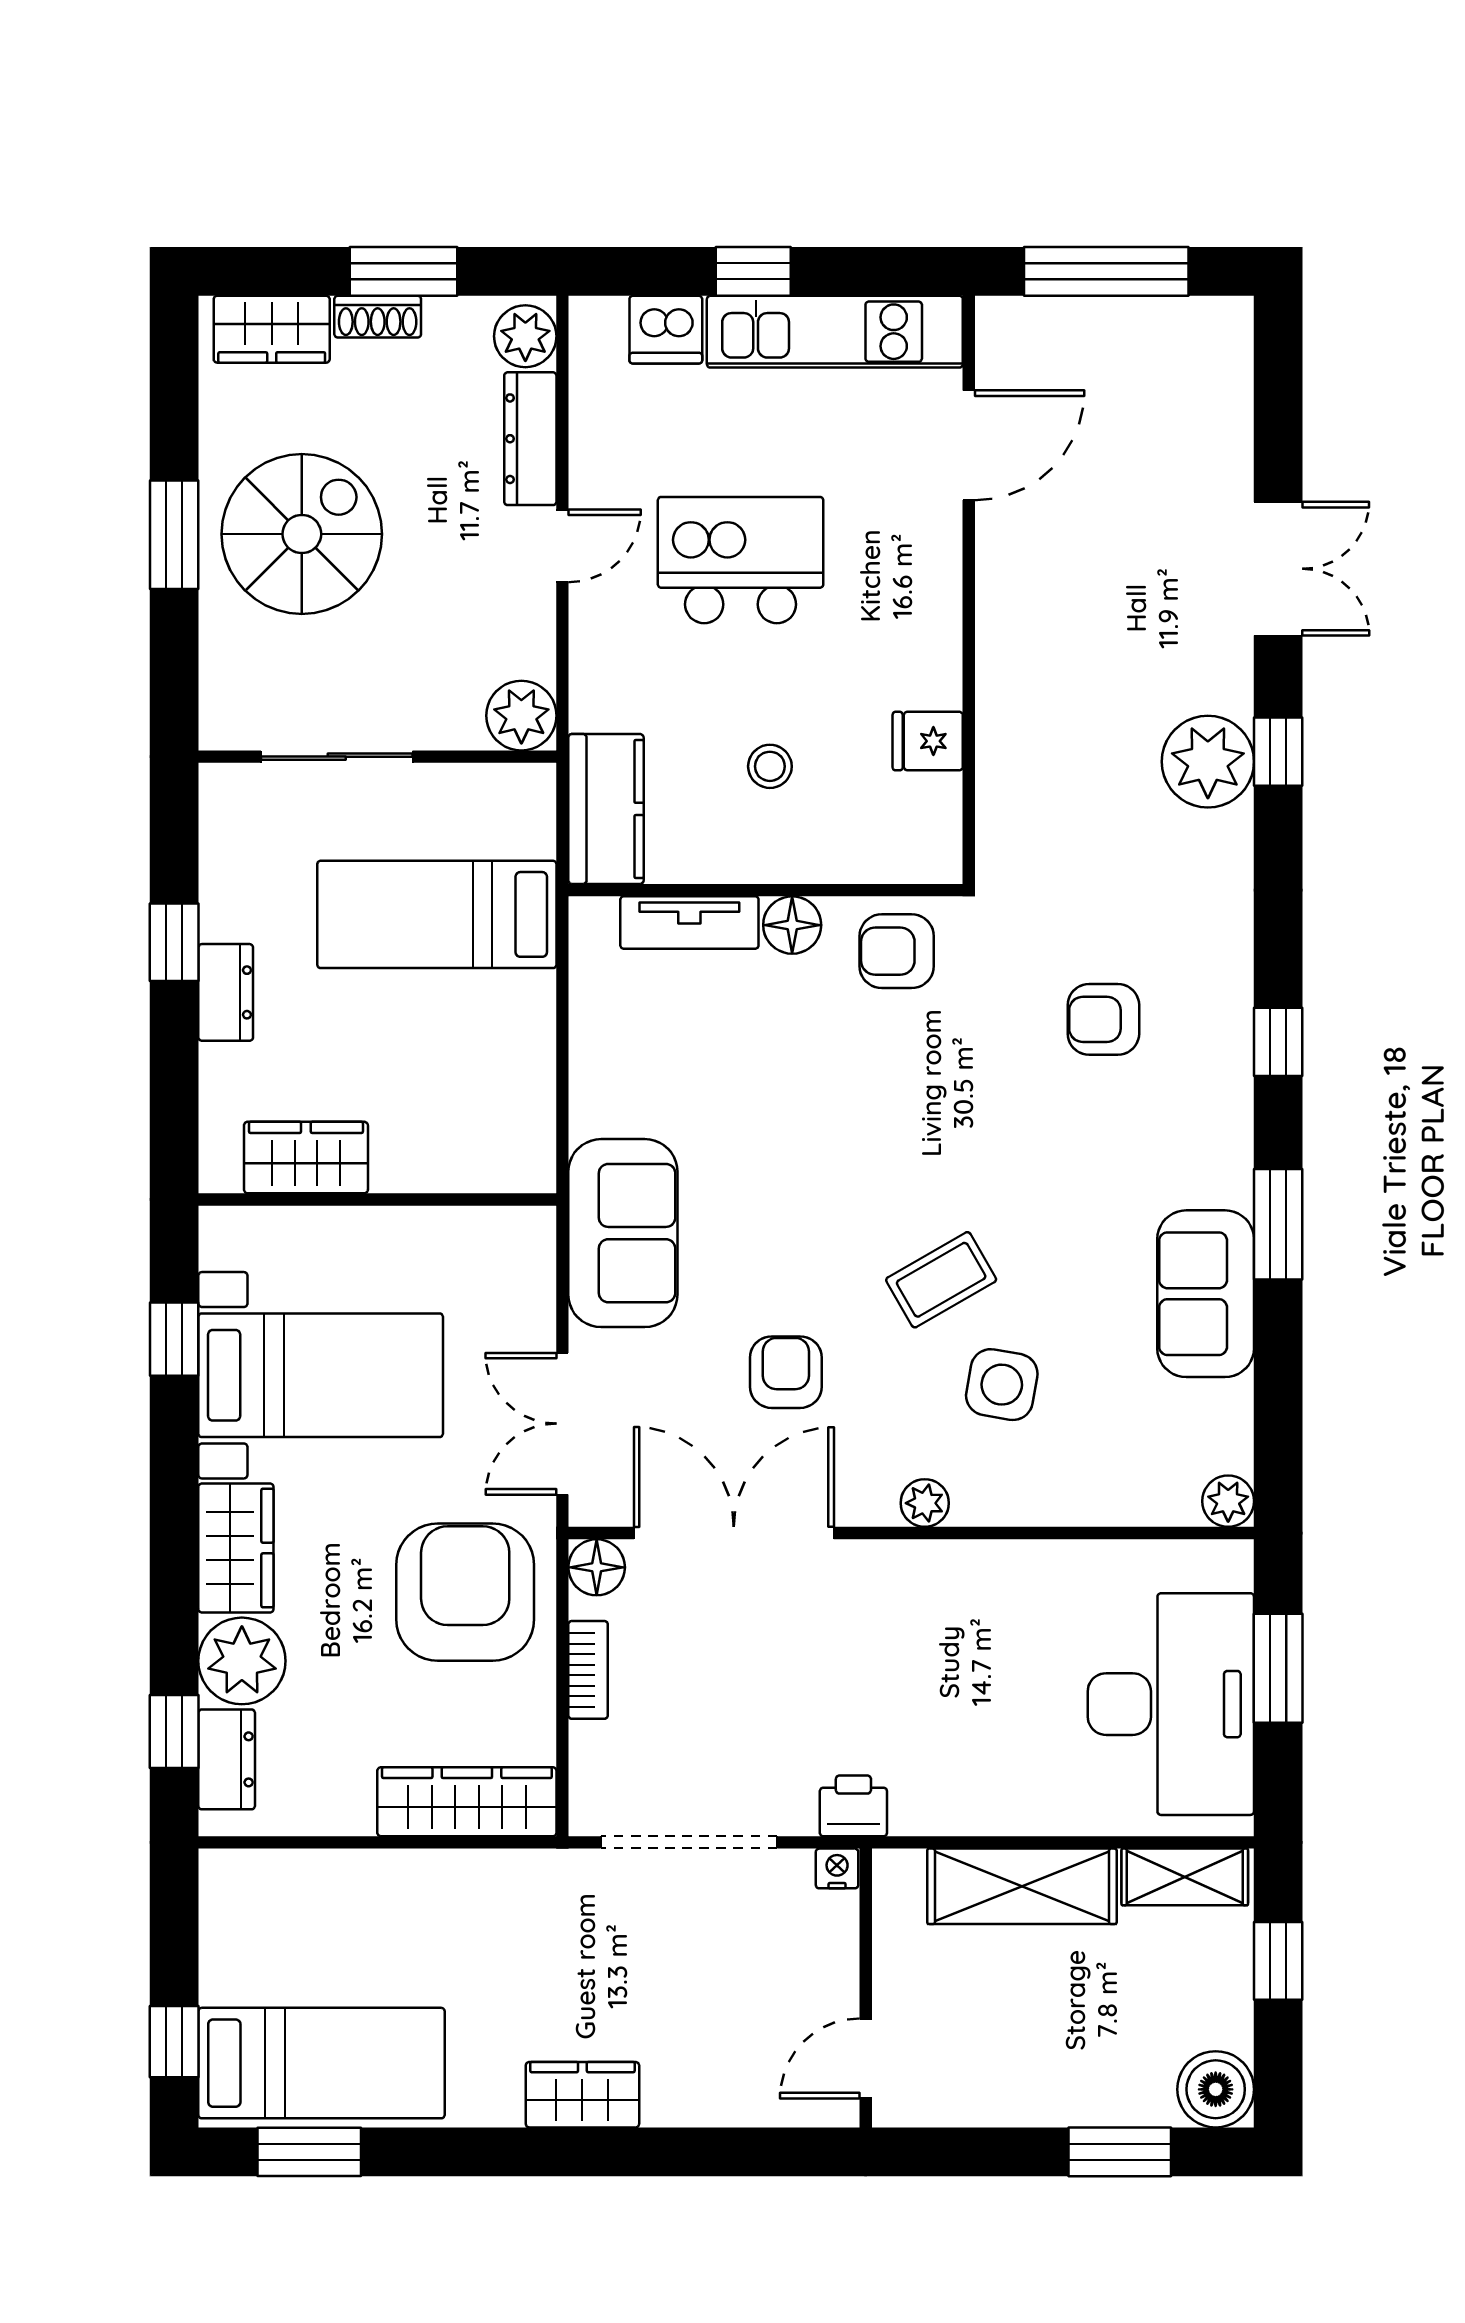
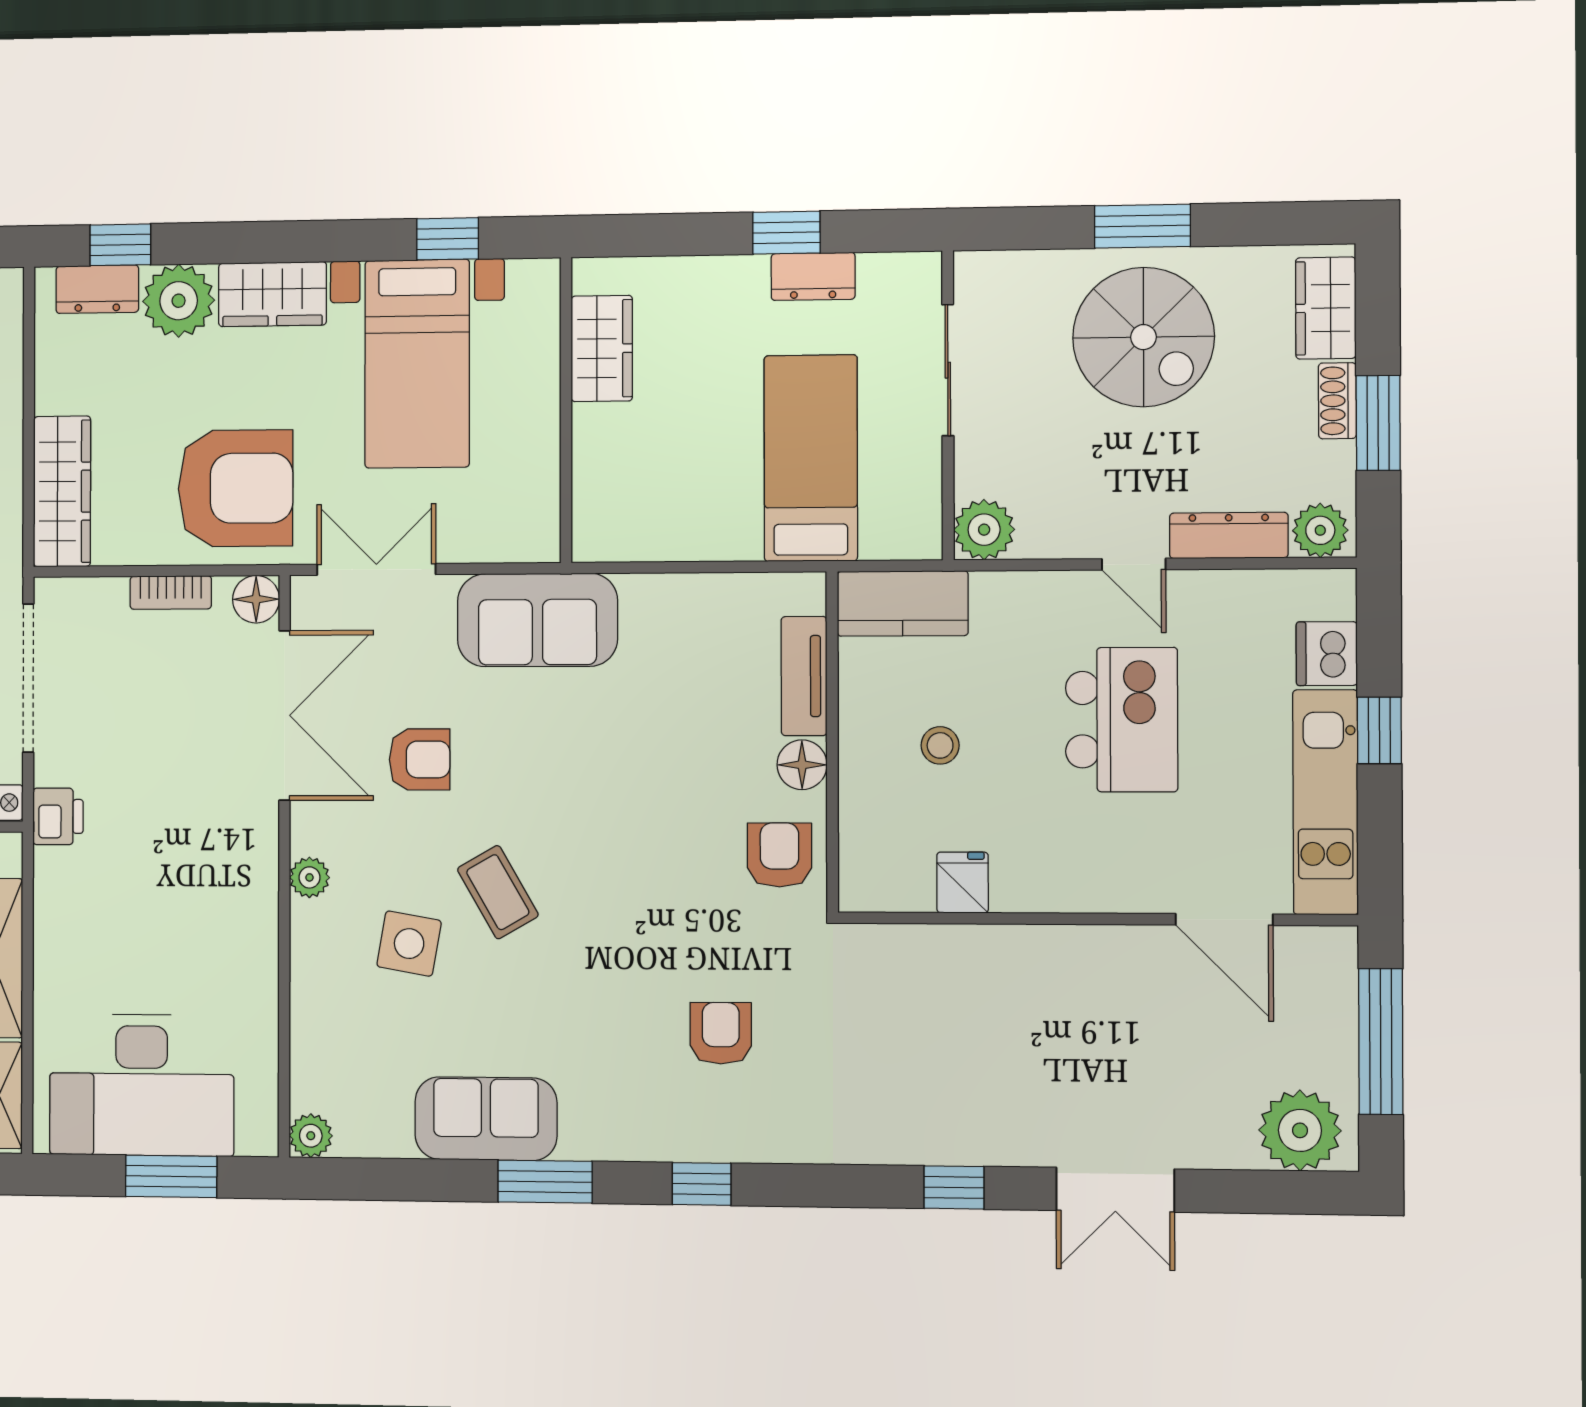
plant: (1208, 762) -> (1300, 1130), moved
dresser: (226, 992) -> (813, 276), moved

